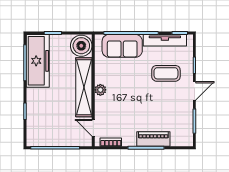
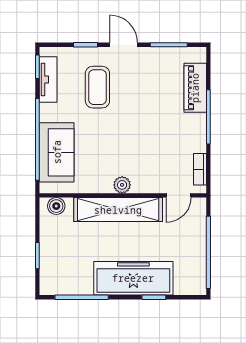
tv unit: (165, 40) -> (48, 80), width x0.71
boiler: (81, 46) -> (56, 206), width x0.54, depth x0.54
freezer: (38, 61) -> (133, 278), moved
piano: (153, 139) -> (195, 88), moved

